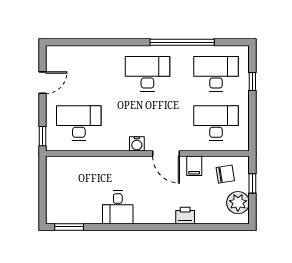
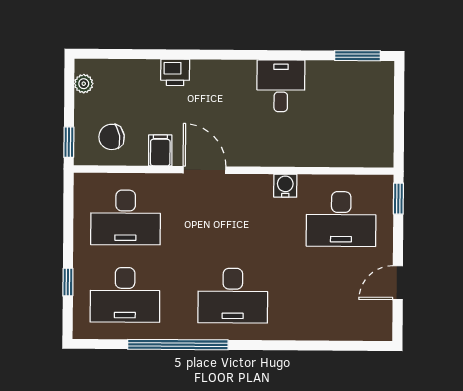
water cooler: (137, 144) -> (285, 186), moved
window: (252, 183) -> (69, 142), moved
plant: (238, 203) -> (84, 84), width x0.53, depth x0.53

